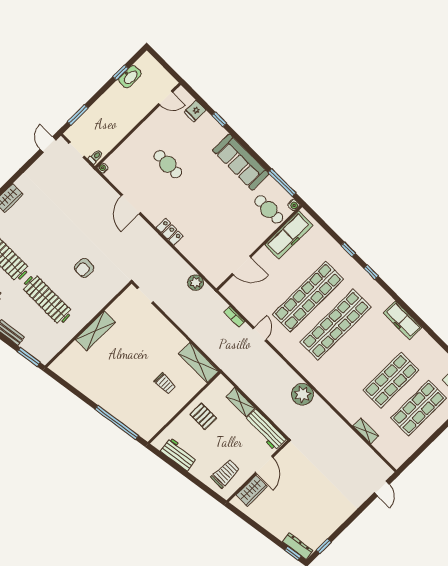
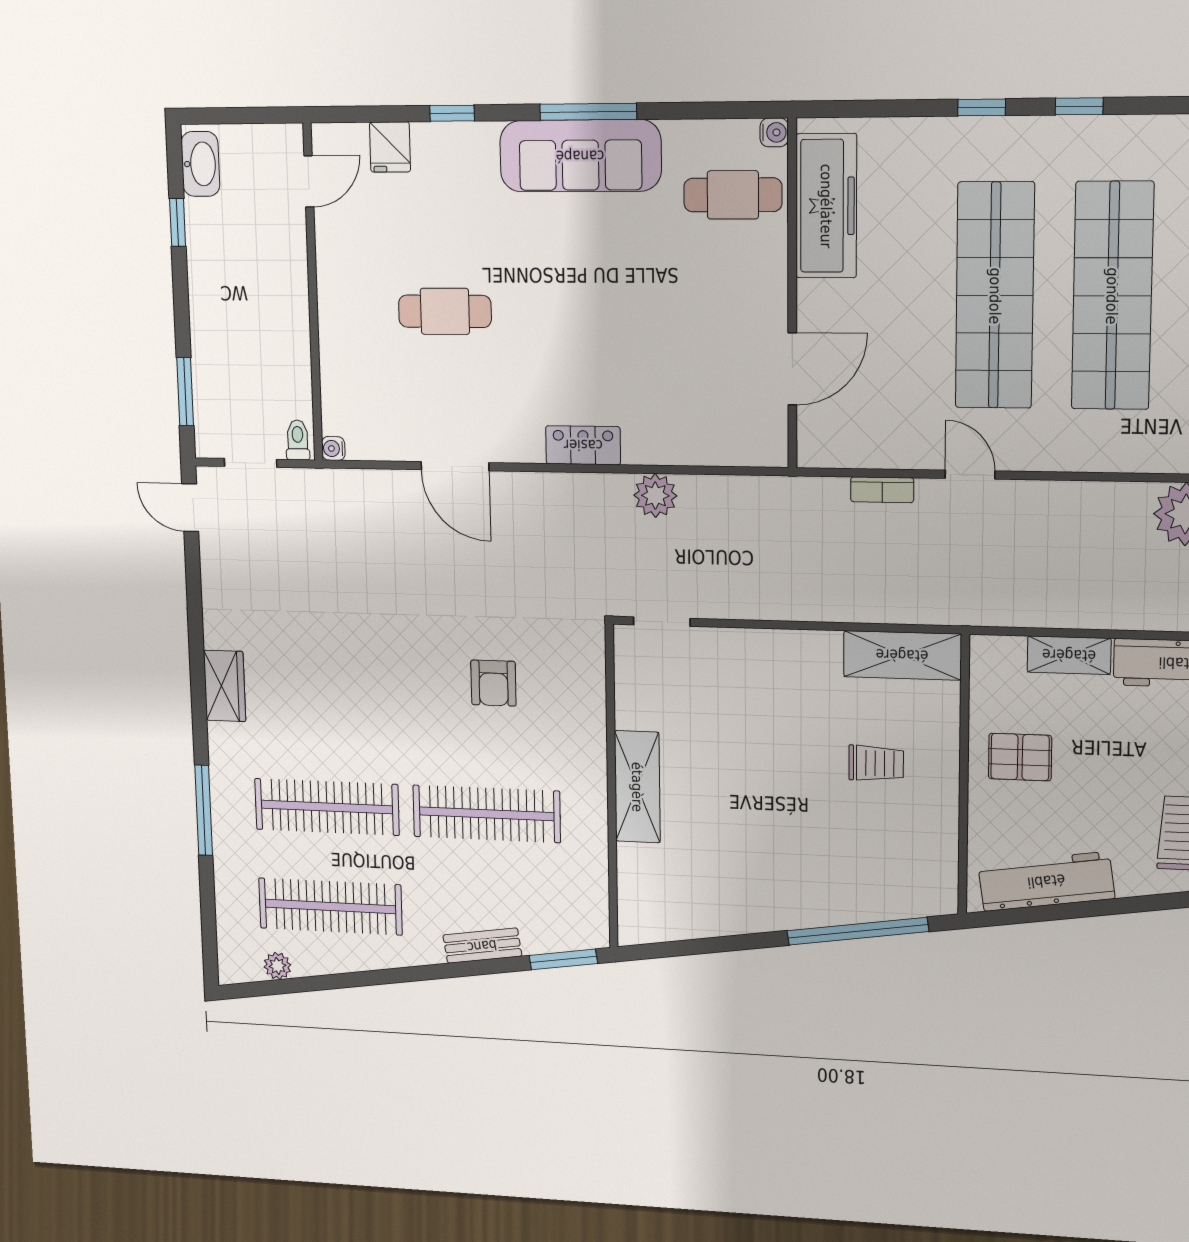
washbasin: (130, 77) -> (200, 164), moved
window: (282, 183) -> (588, 112), moved
plant: (196, 283) -> (655, 496), moved
workbench: (179, 454) -> (1046, 881), width x1.38

